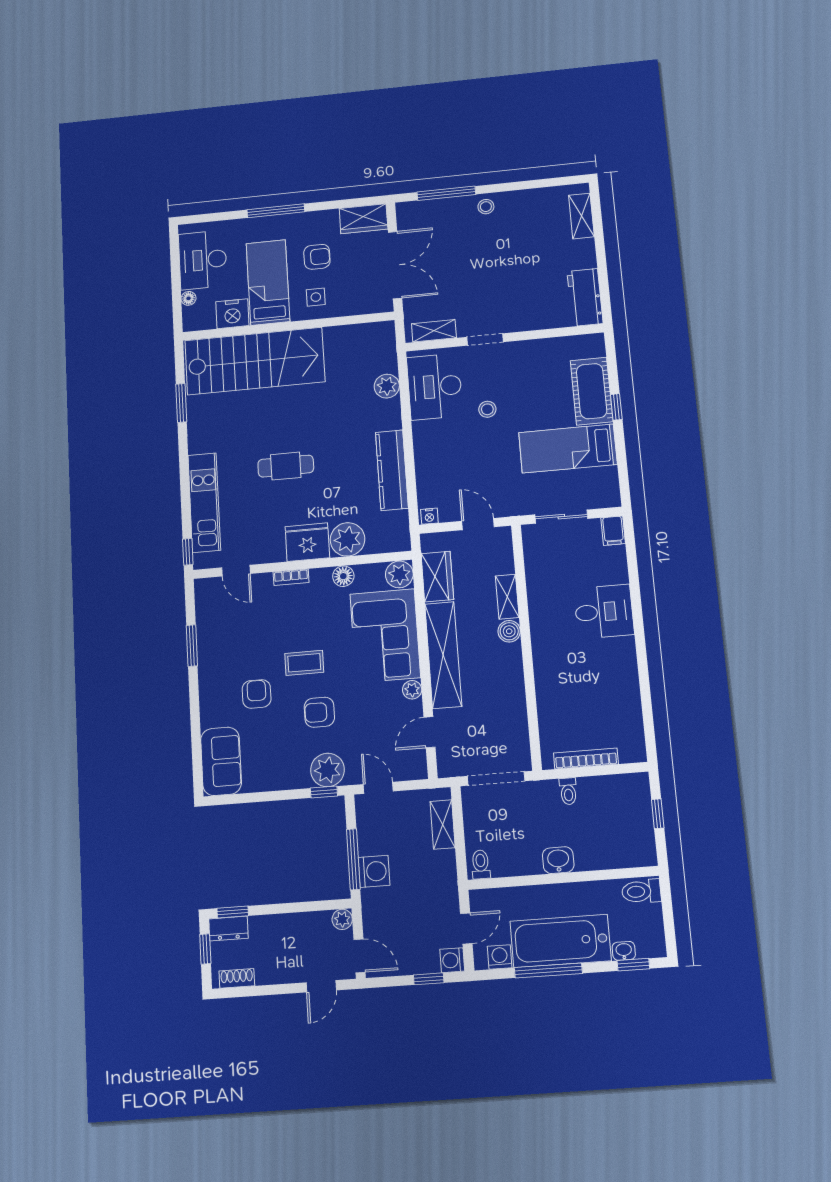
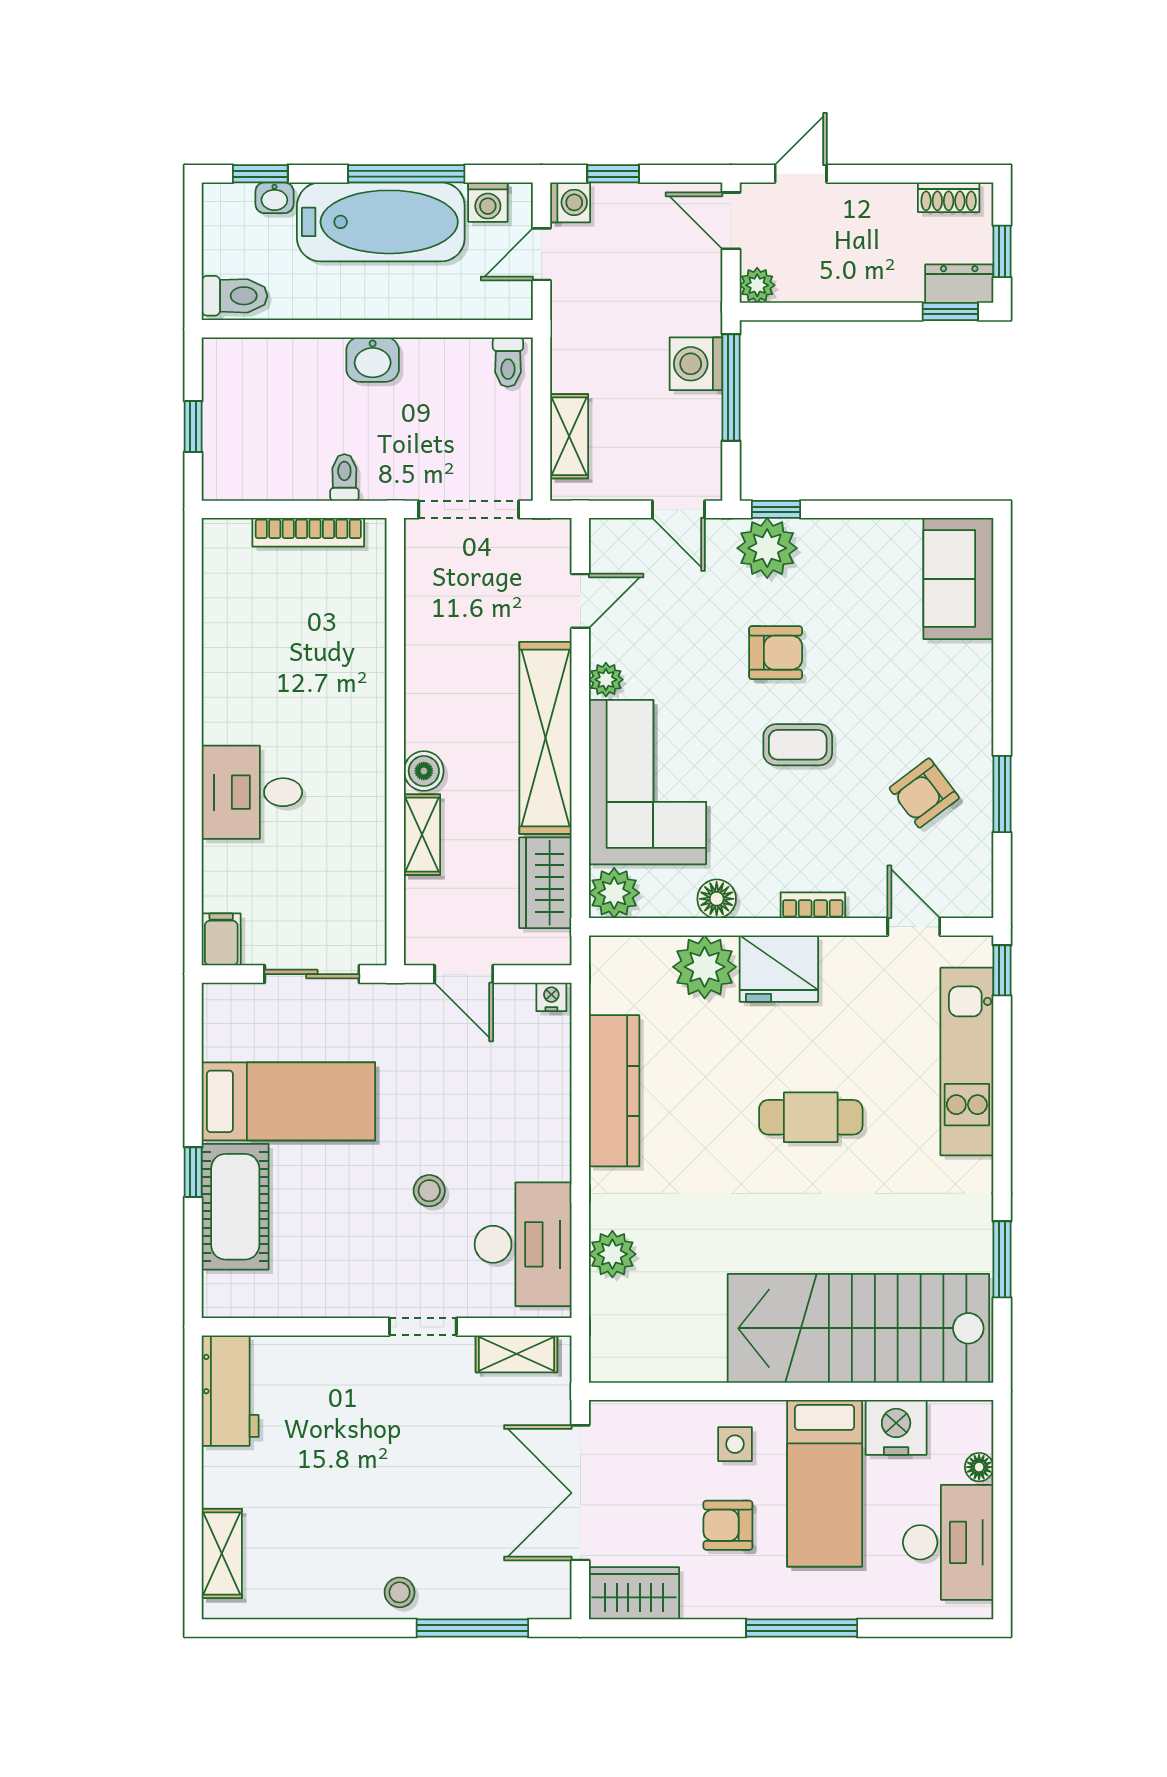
armchair: (257, 694) -> (924, 793), moved, turned 53

